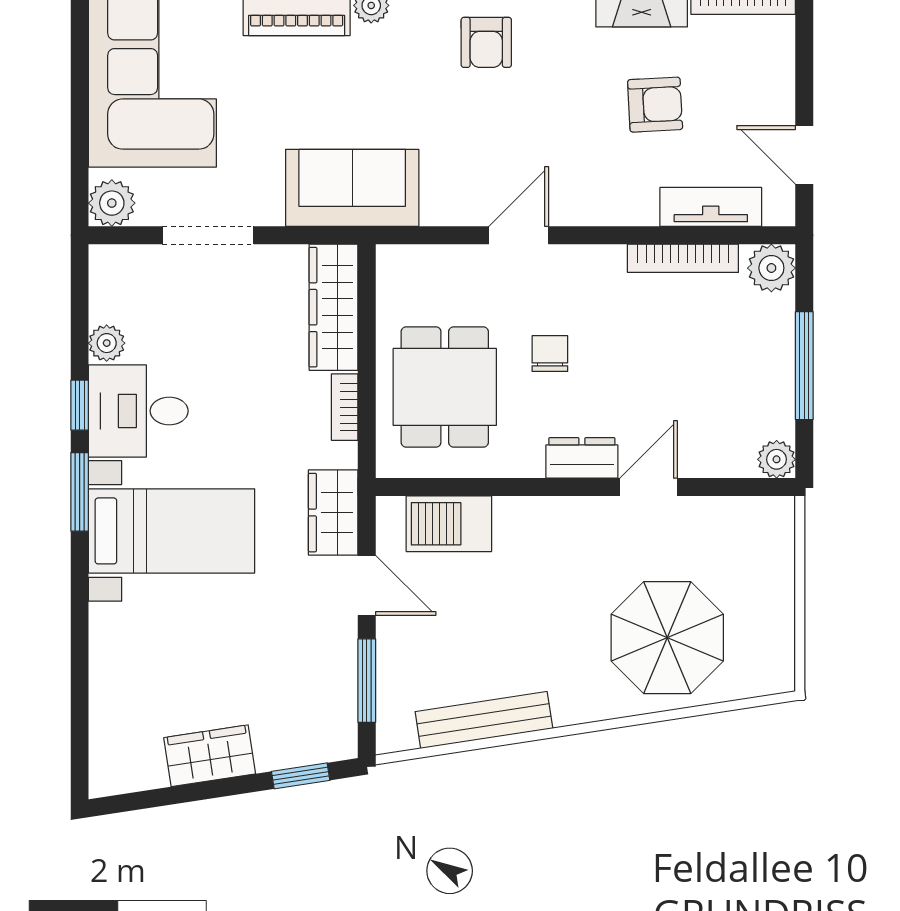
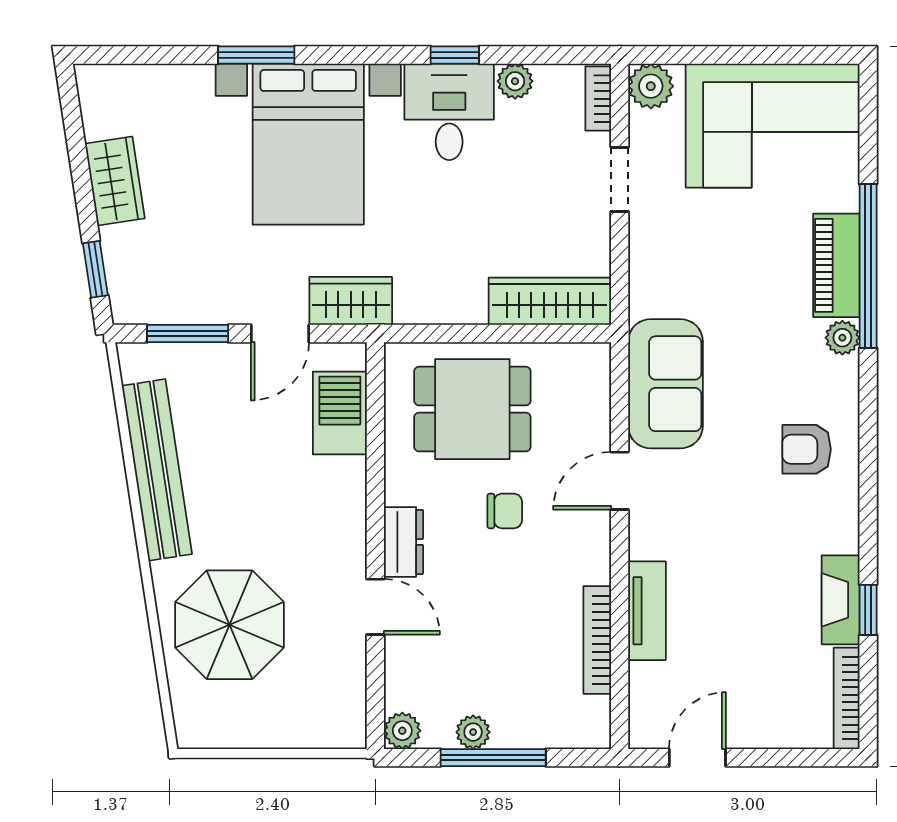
armchair: (655, 105) -> (746, 613), removed
sofa: (352, 188) -> (665, 384), moved
tv unit: (711, 207) -> (647, 611), moved
doorway: (208, 235) -> (620, 180), width x0.73
door: (519, 235) -> (620, 481), swing flipped
plant: (771, 268) -> (473, 732), moved, width x0.73, depth x0.73
bookcase: (345, 407) -> (598, 99), moved, turned -90
window: (80, 492) -> (256, 55), moved
bed with nightstands: (172, 531) -> (308, 144), width x1.36
bench: (484, 720) -> (157, 470), width x1.37, depth x1.21

